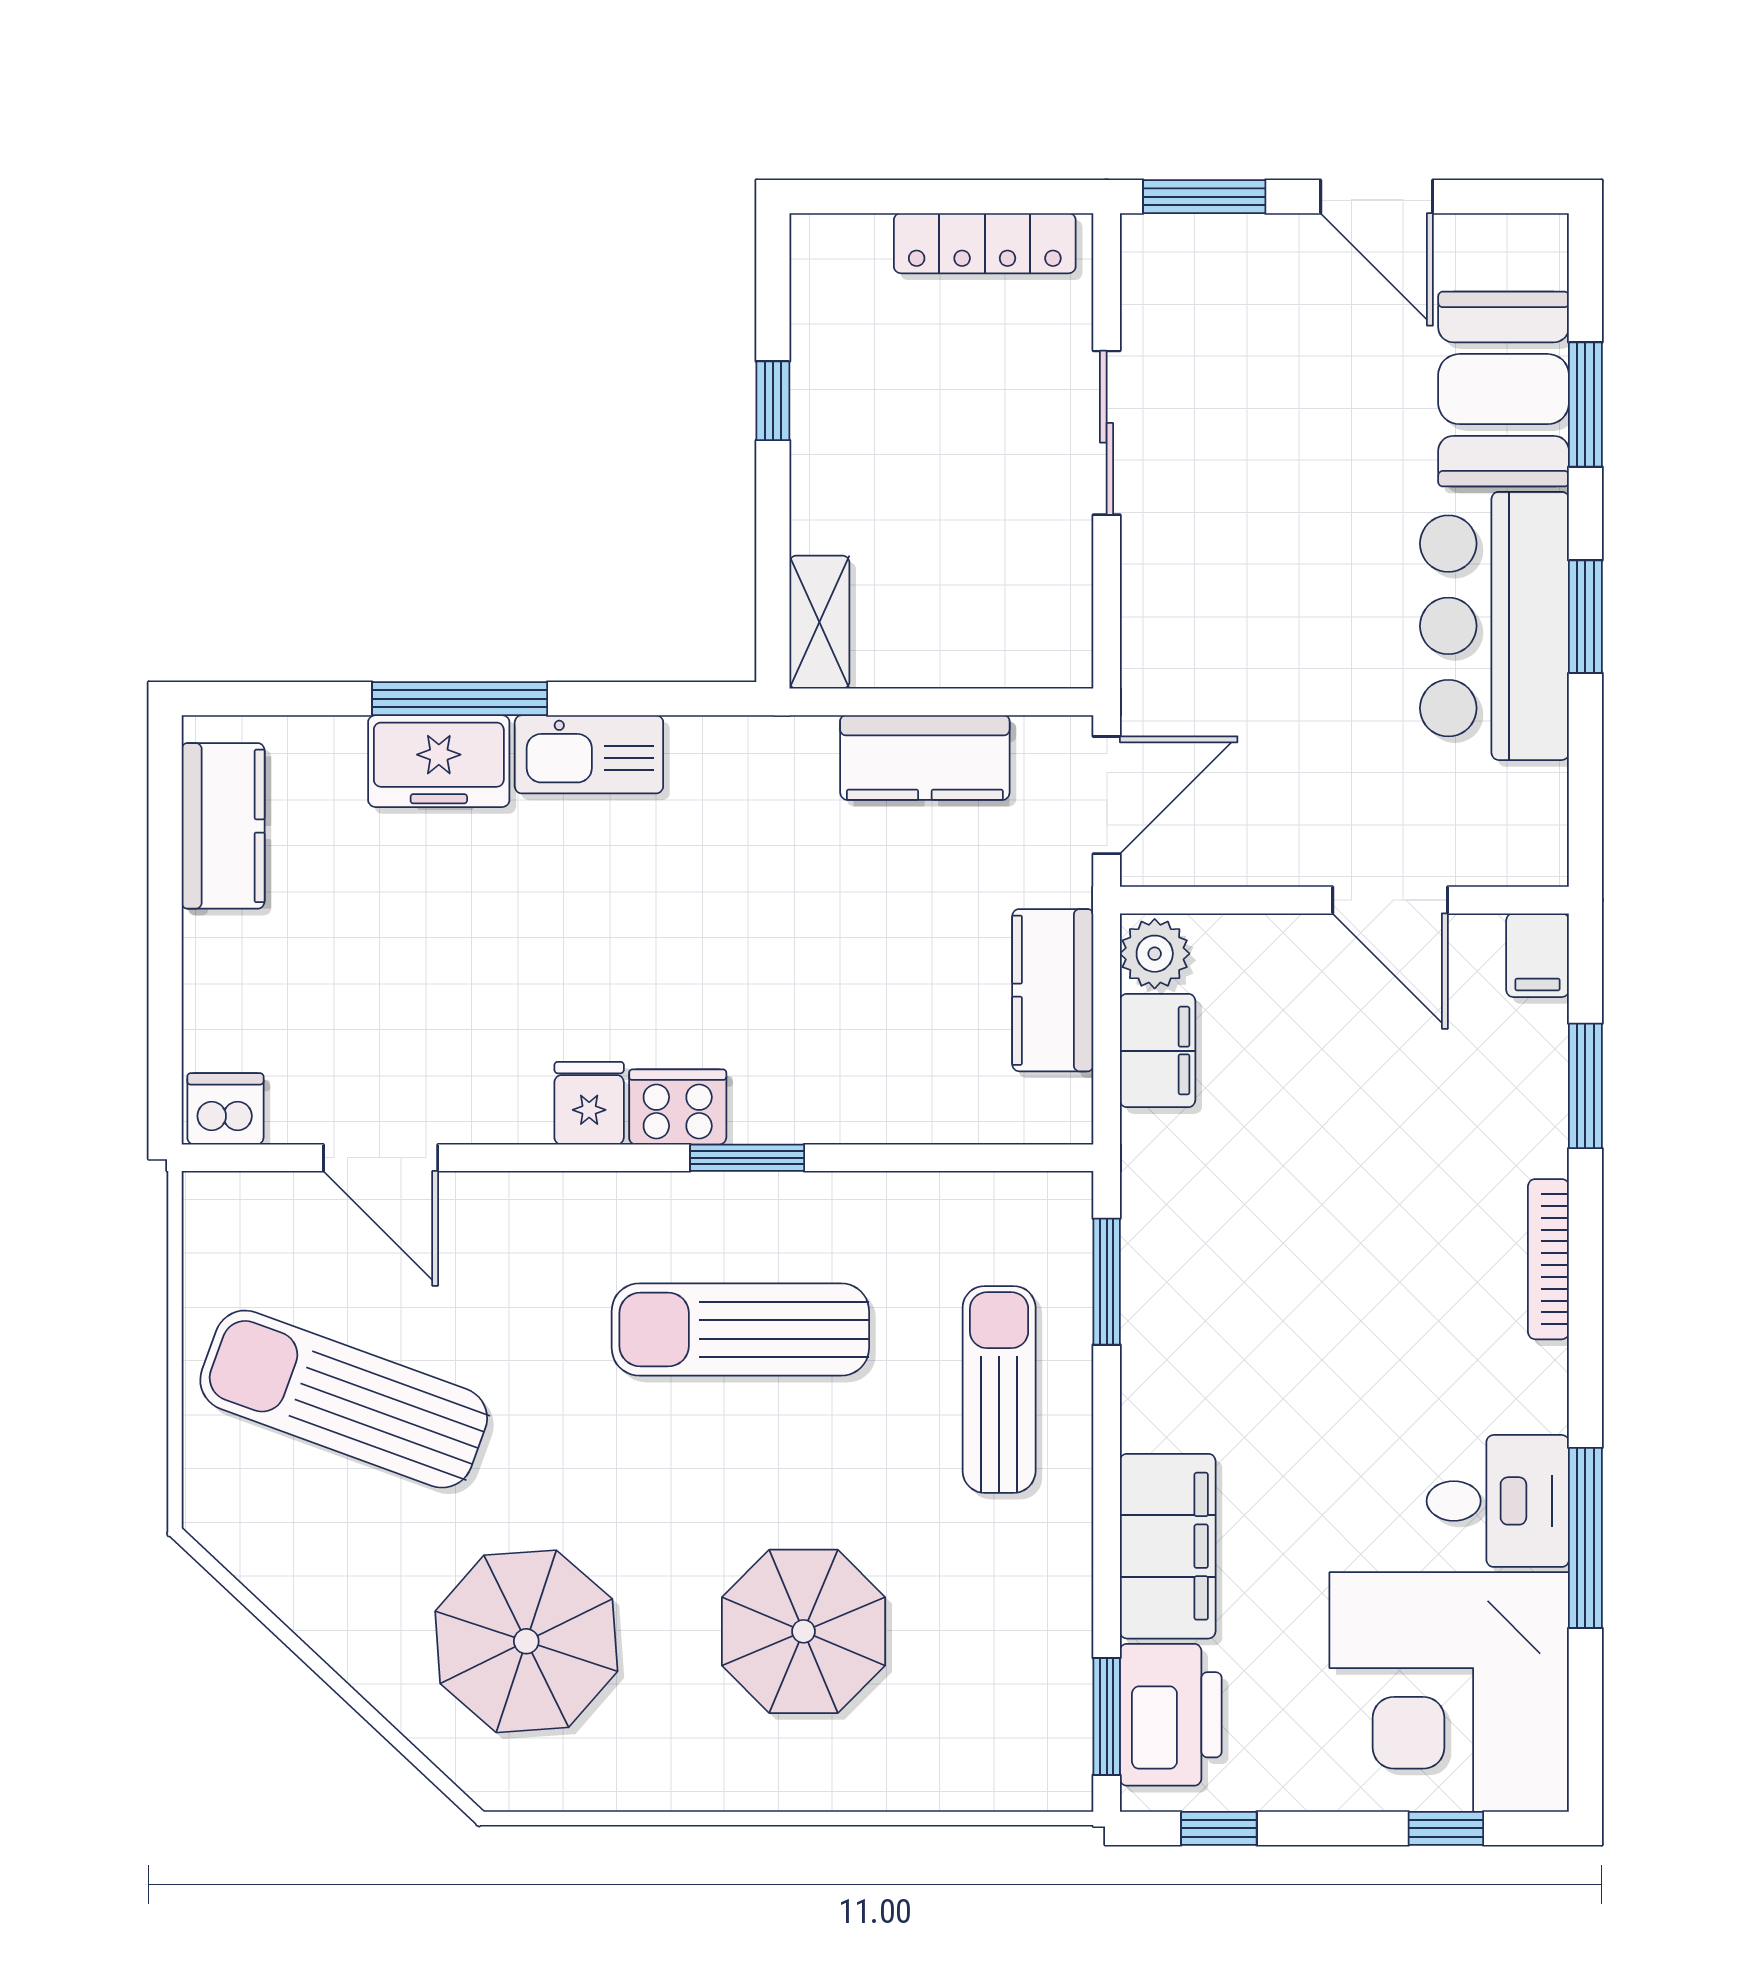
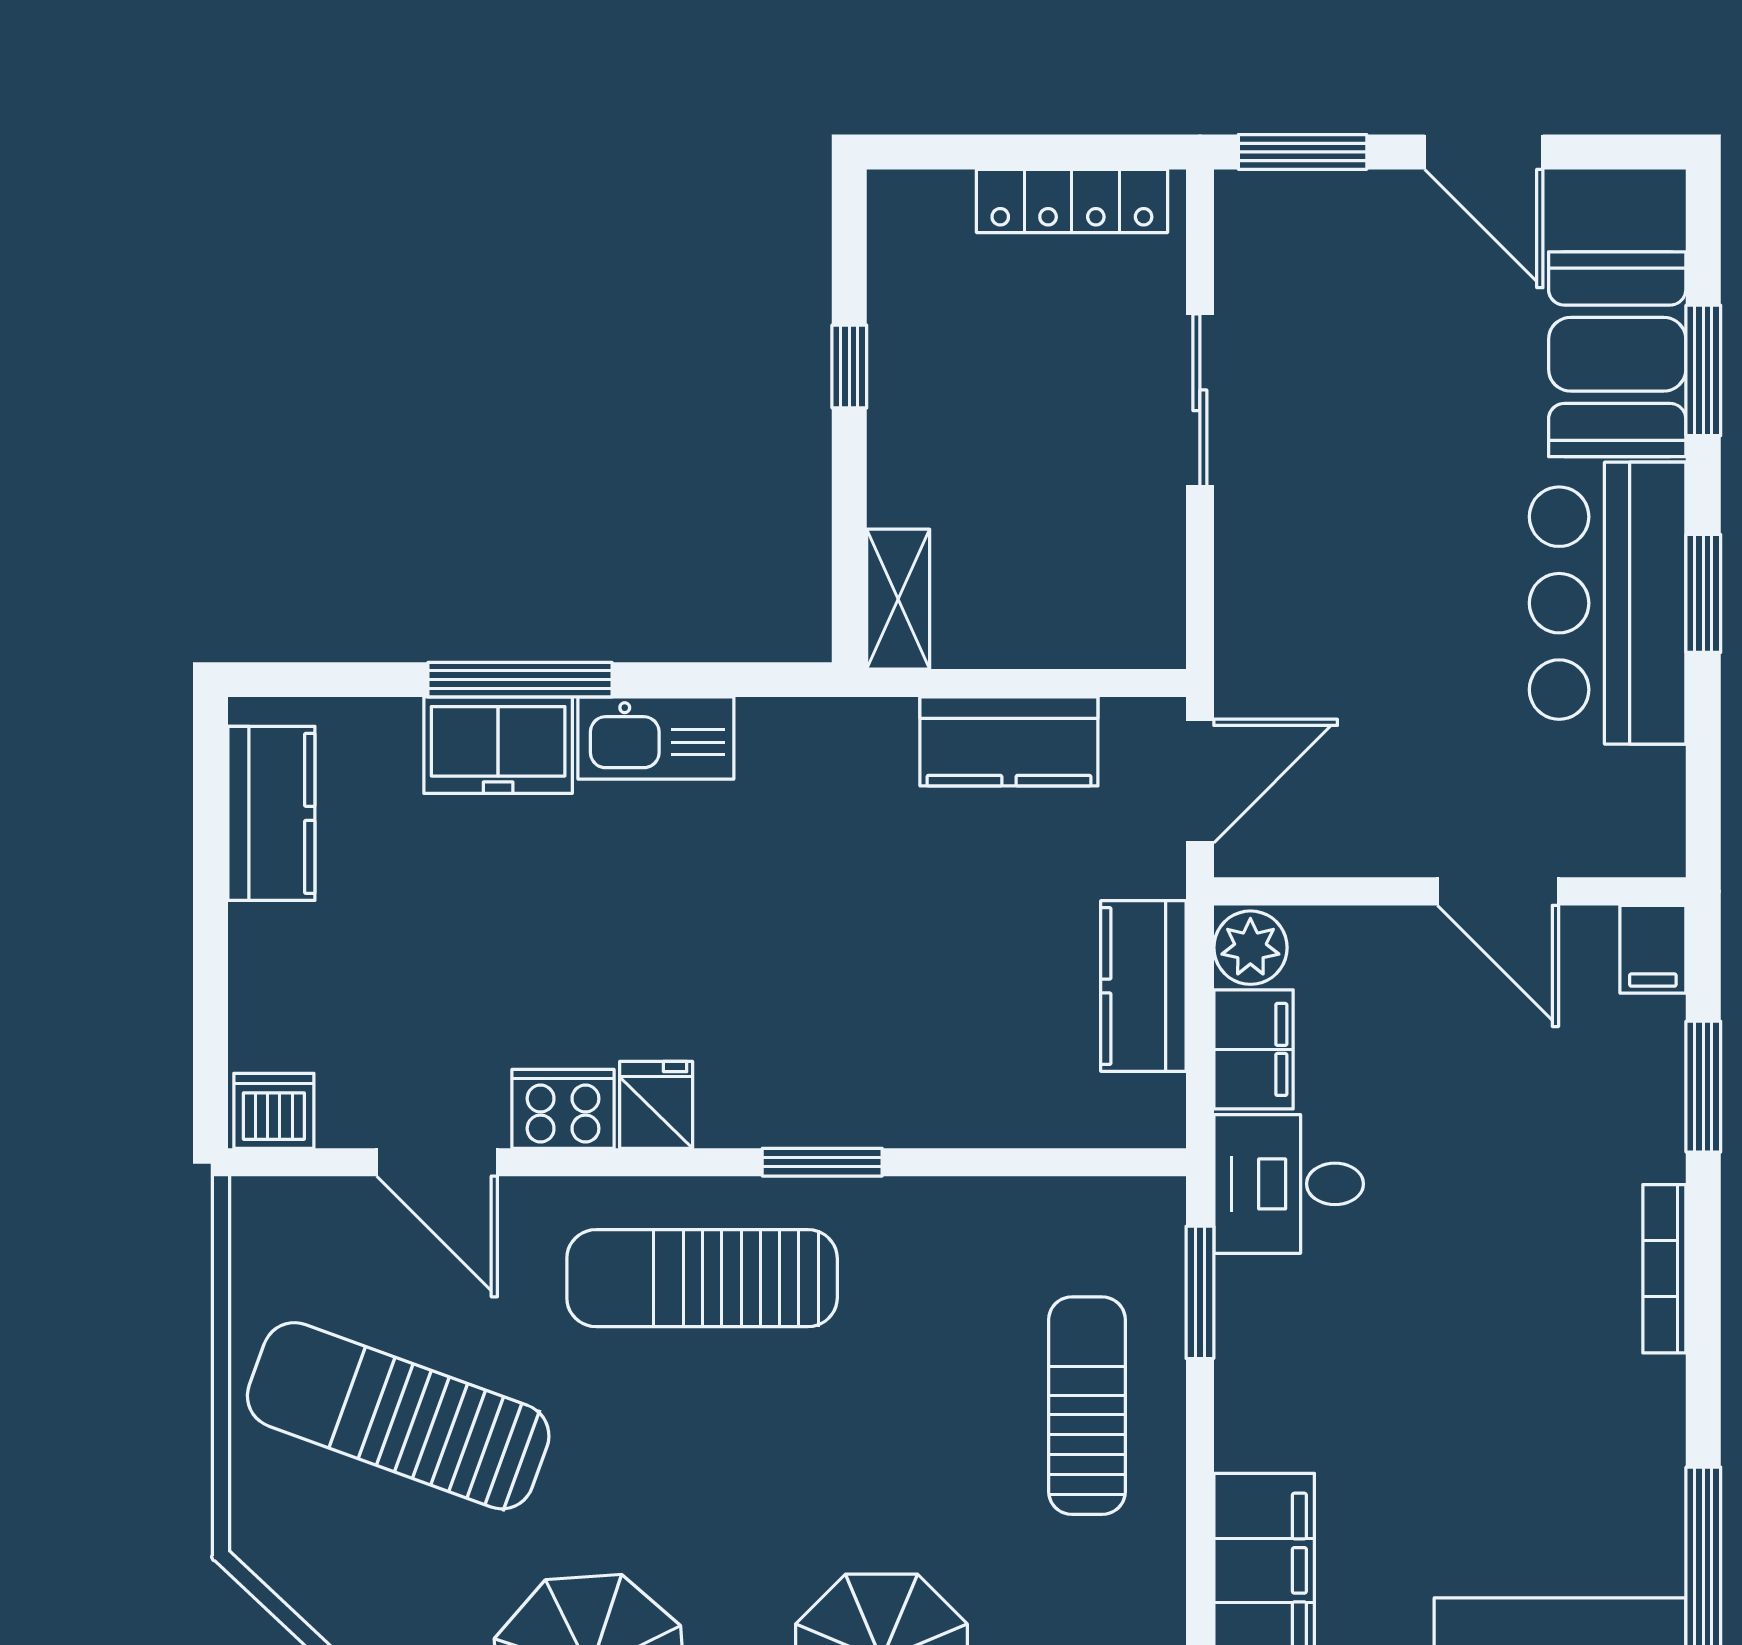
cooker: (678, 1107) -> (563, 1109), moved
sun lounger: (740, 1330) -> (702, 1278), moved
desk: (1498, 1501) -> (1289, 1184), moved, turned 180

